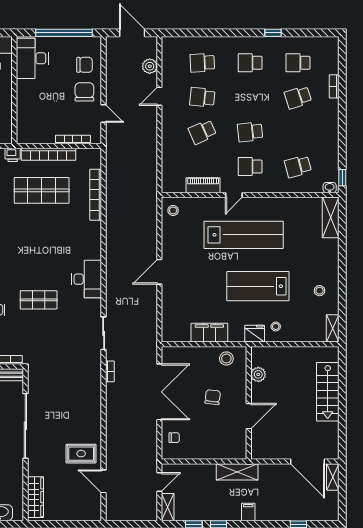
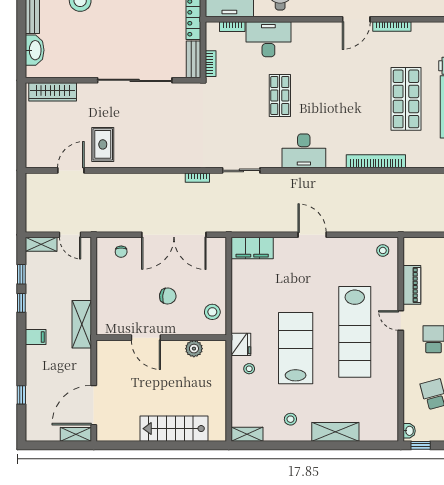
bookcase: (96, 195) -> (376, 161), moved
shelving: (331, 217) -> (335, 432), moved
filing cabinet: (209, 333) -> (252, 248), moved, turned 90

